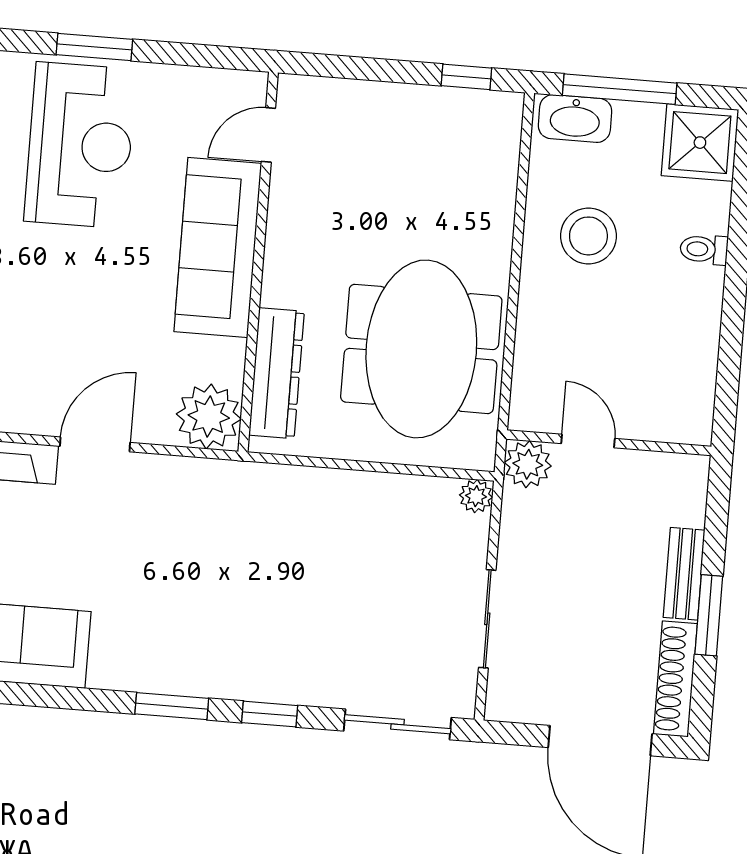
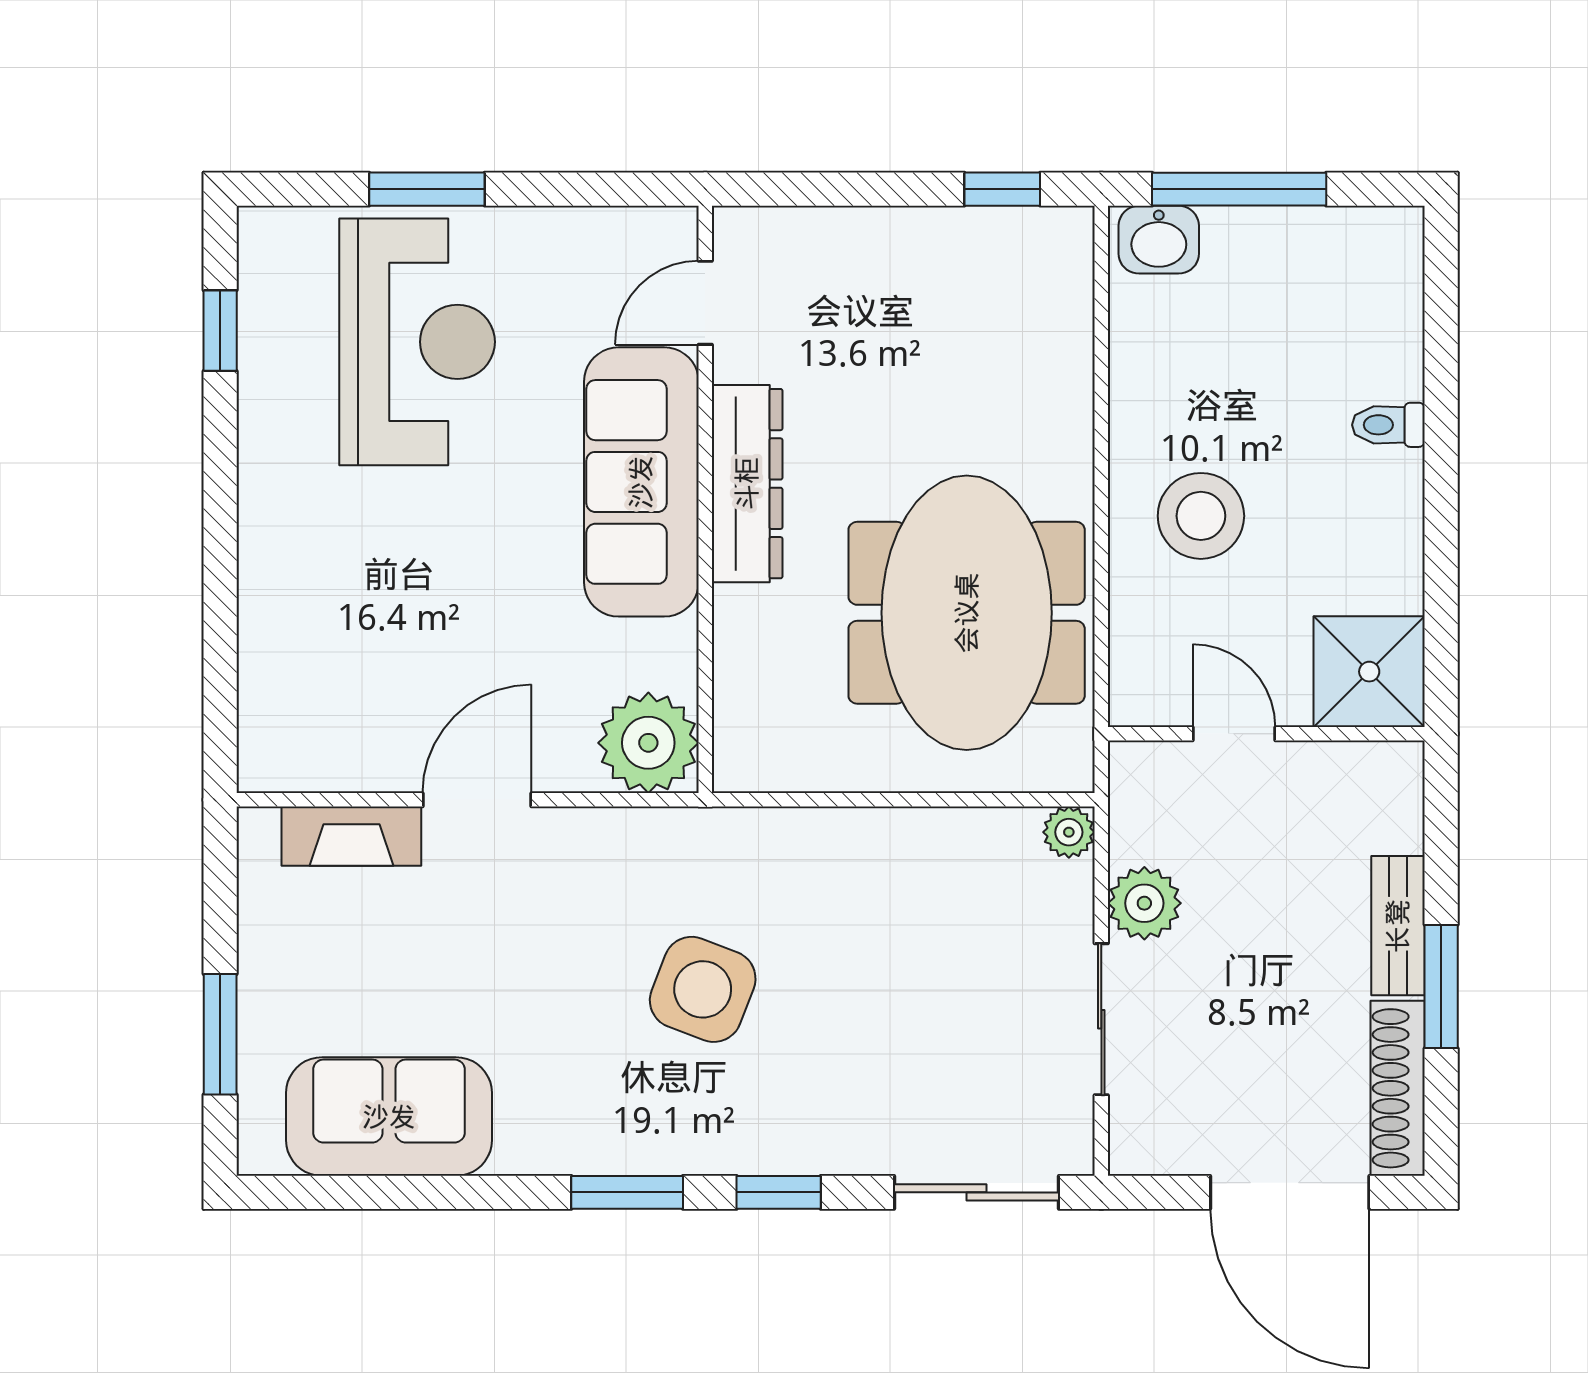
washbasin: (575, 118) -> (1159, 240), width x0.72
shower: (700, 143) -> (1369, 672), moved
stool: (588, 236) -> (1201, 516), moved
dresser: (276, 373) -> (747, 484), moved
plant: (528, 464) -> (1144, 903), moved
side table: (231, 579) -> (703, 989), added

